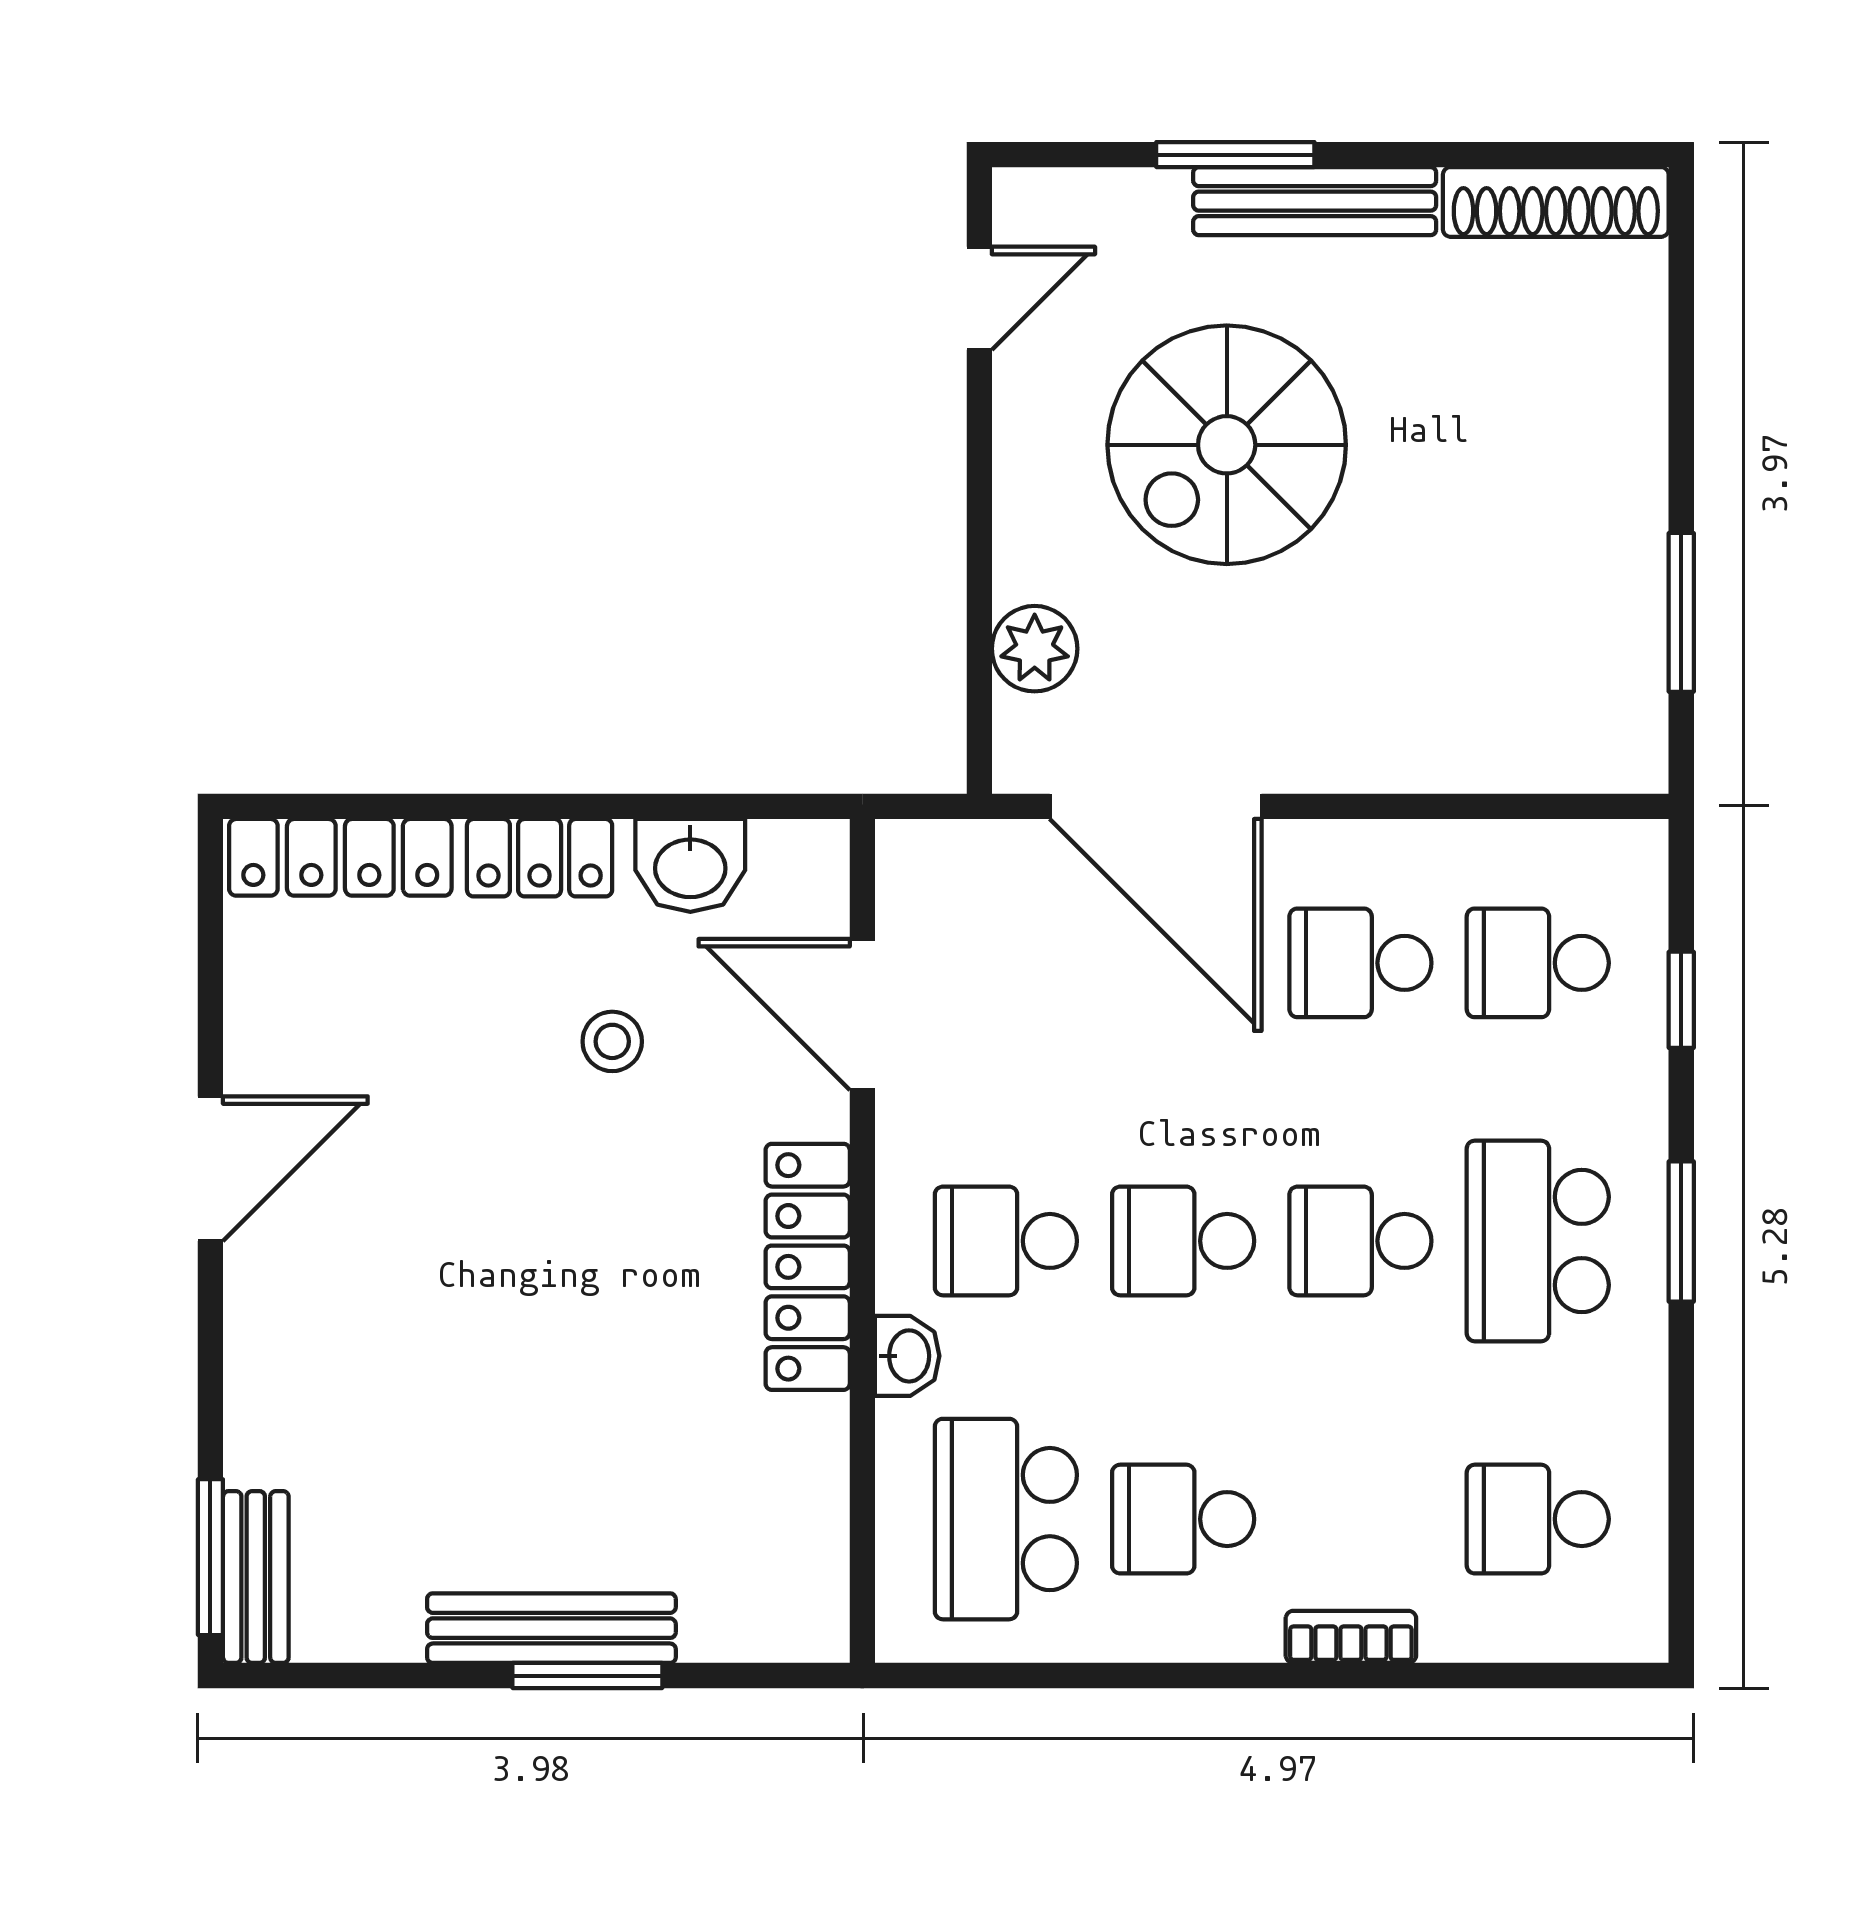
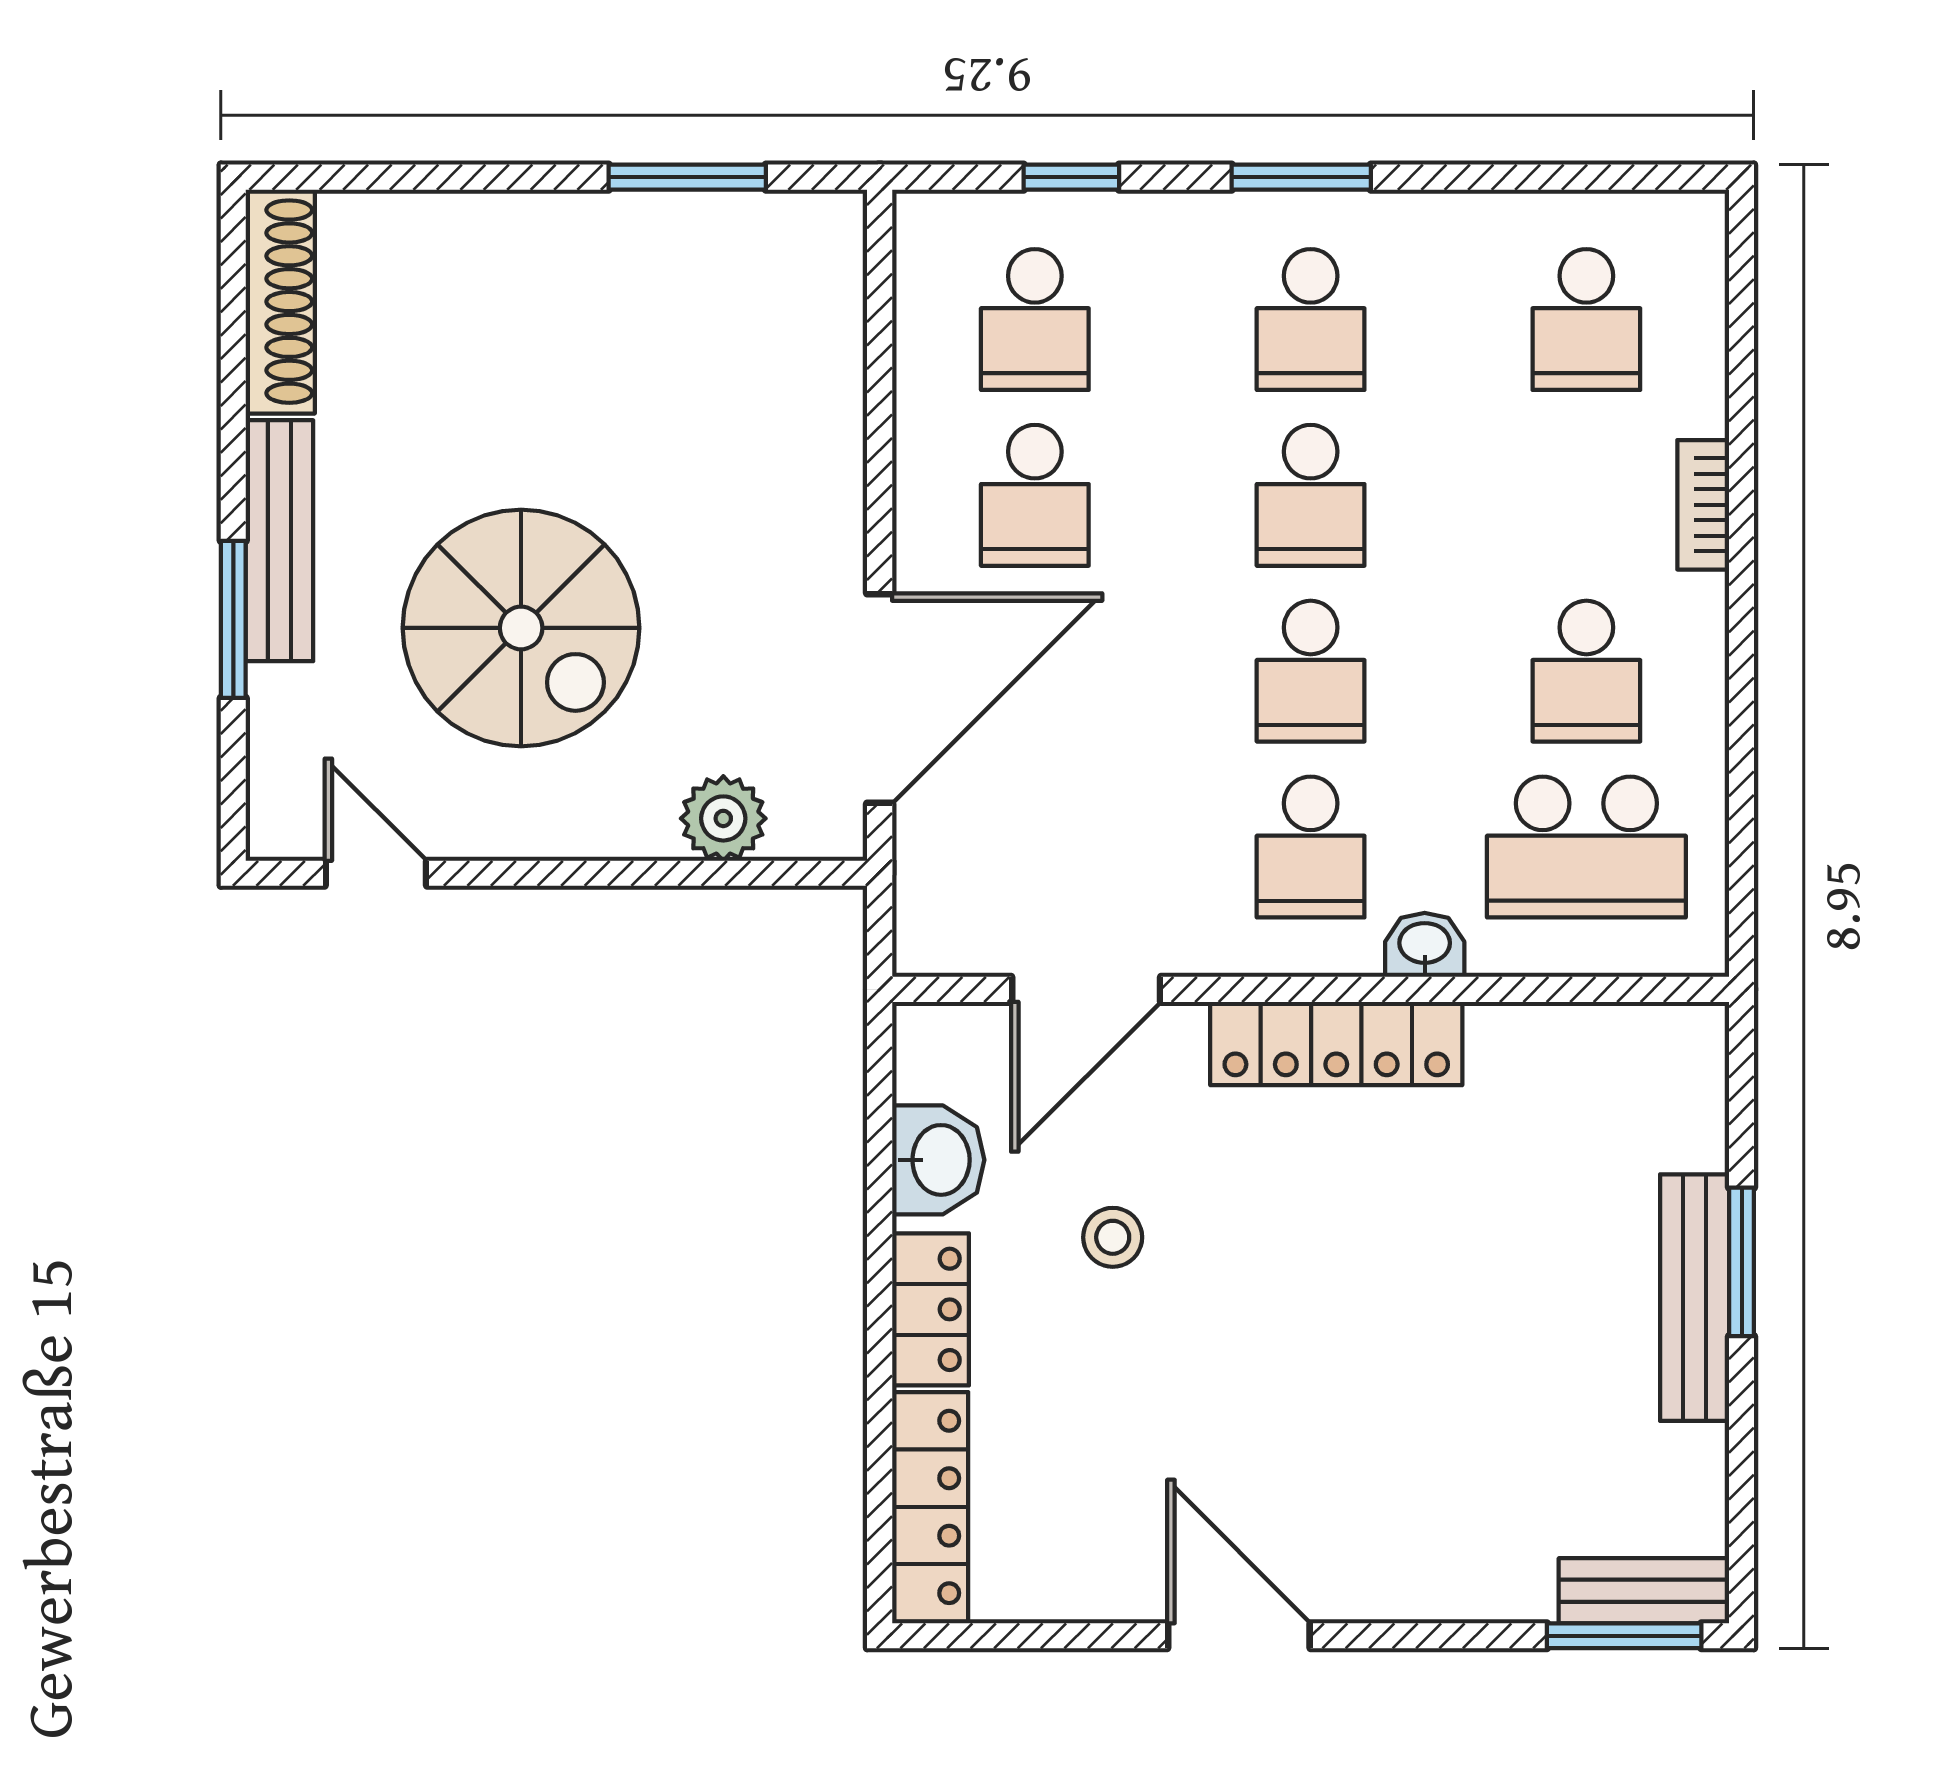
school desk: (1538, 1241) -> (1311, 319), width x0.54

